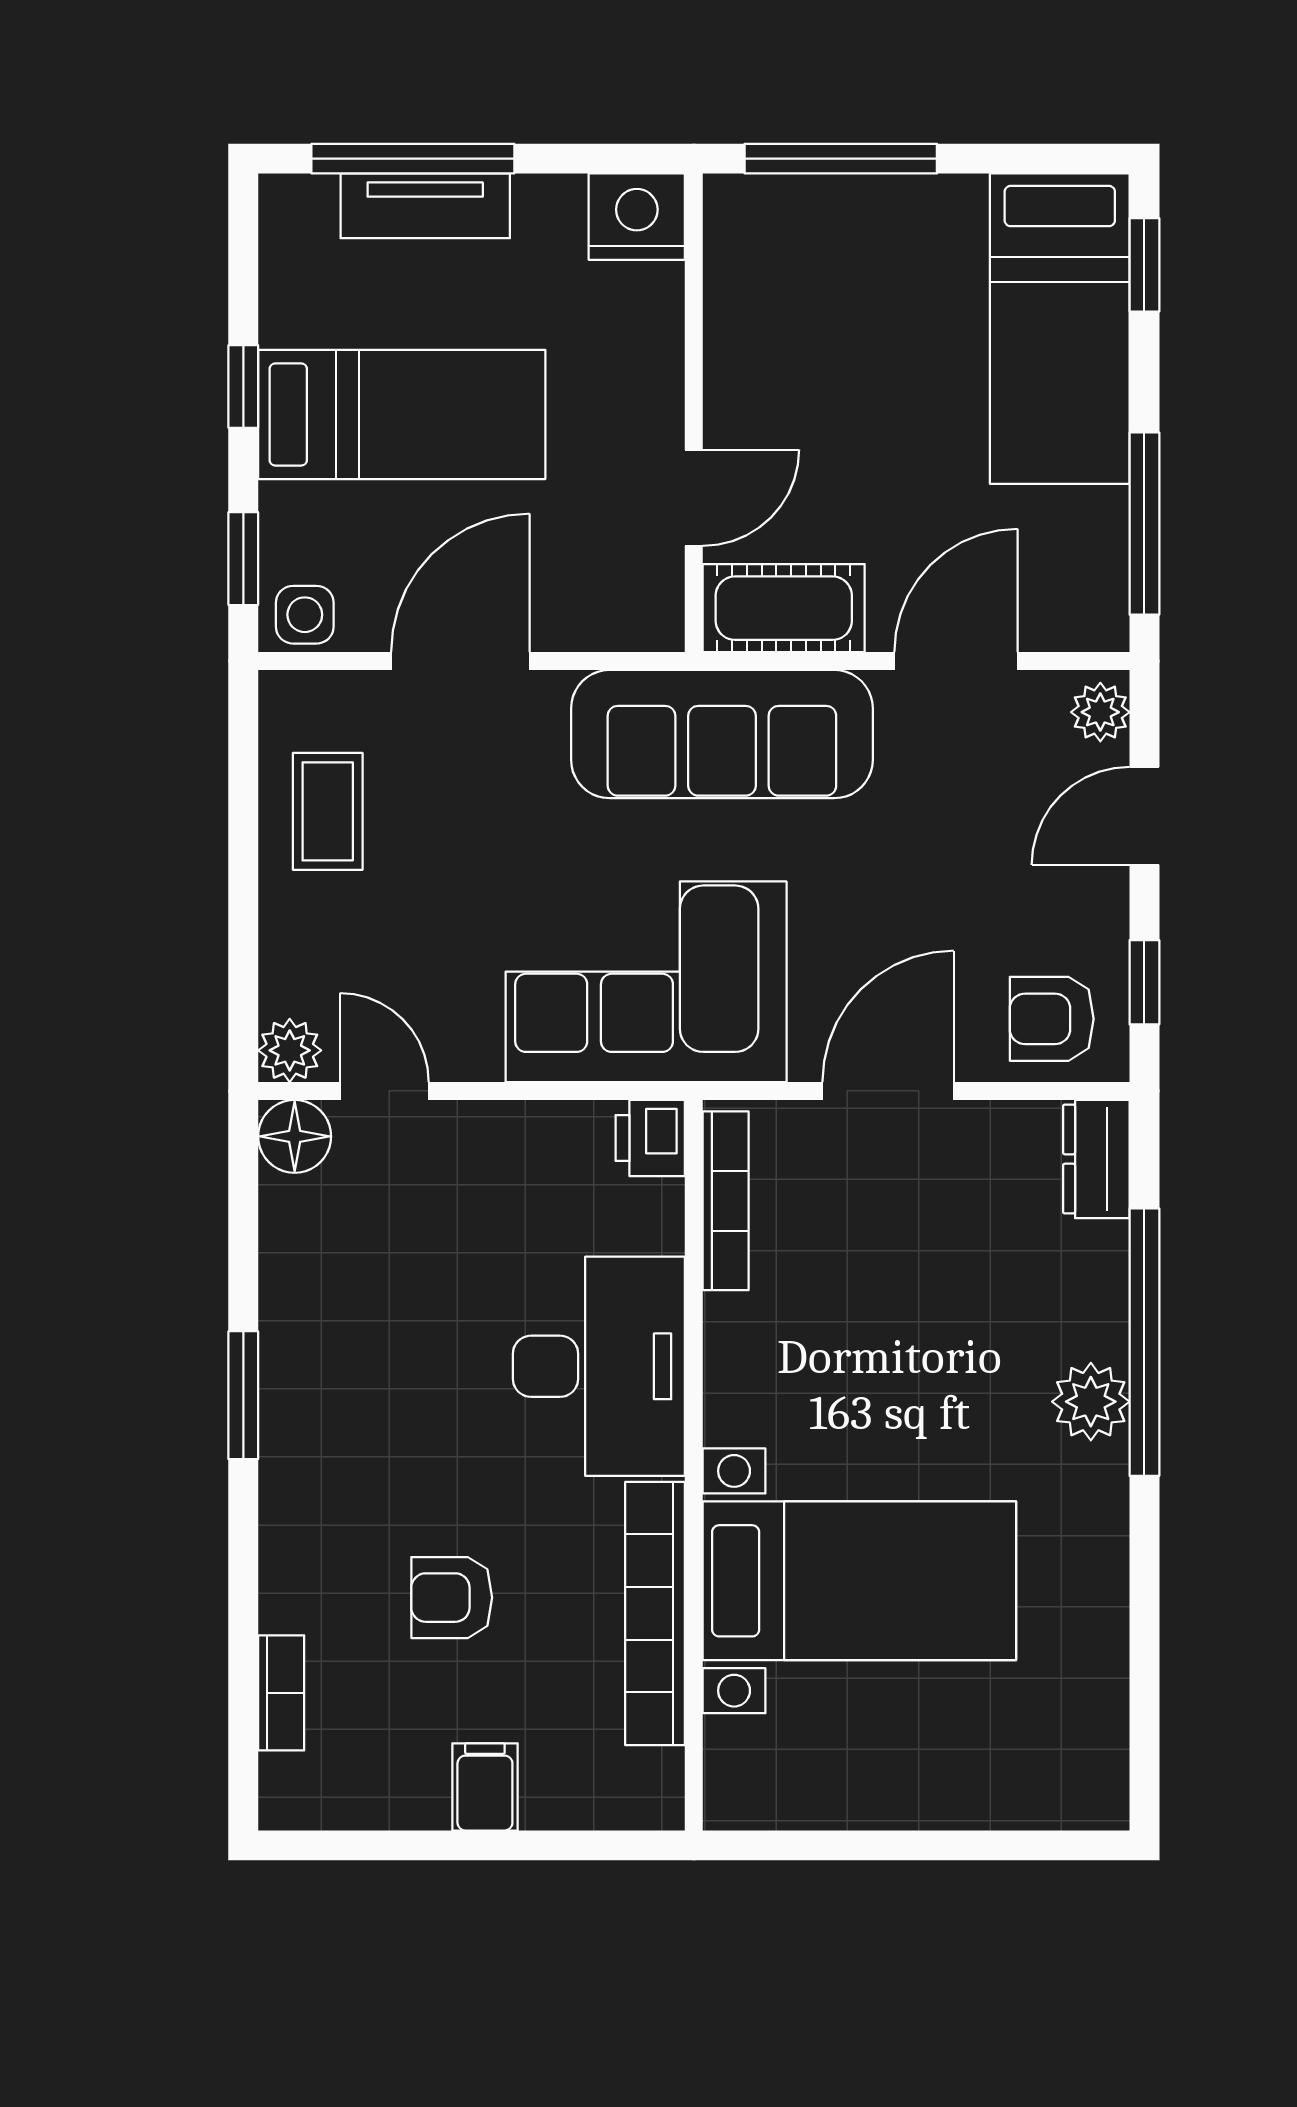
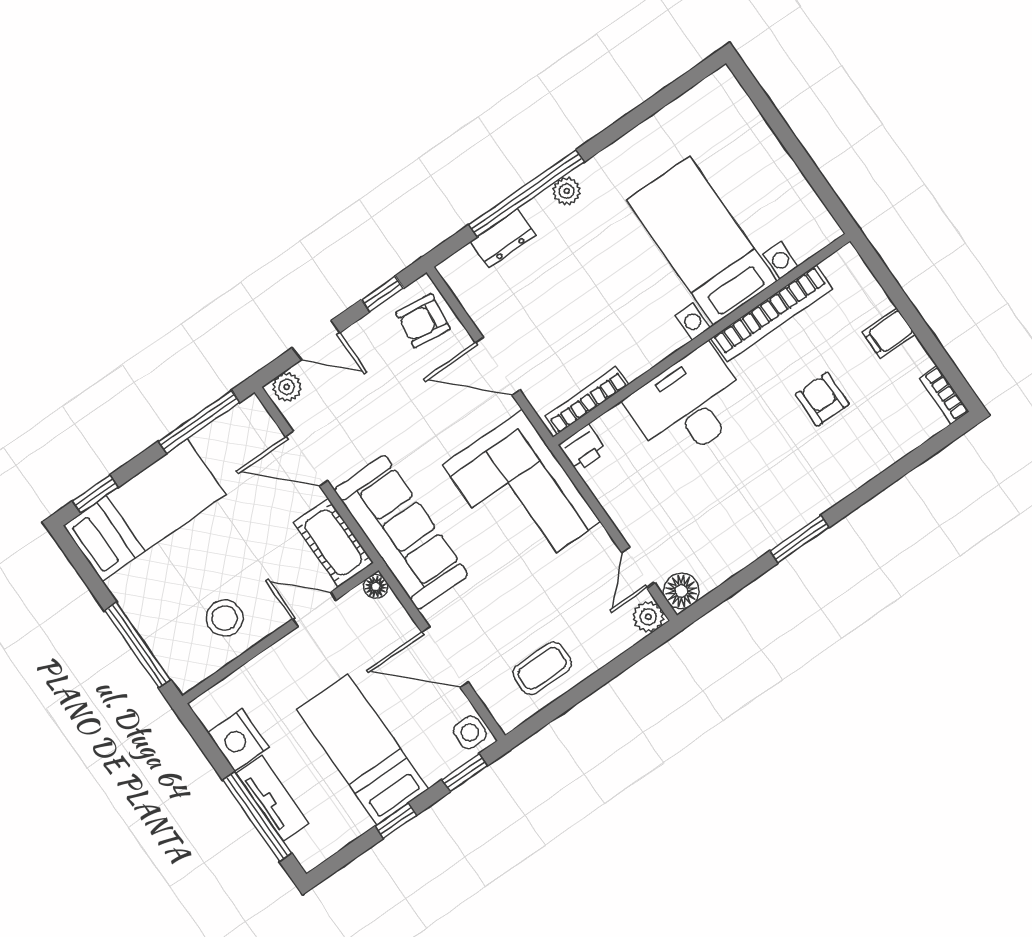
nightstand: (637, 217) -> (238, 740), moved
stool: (785, 337) -> (225, 618), added
floor lamp: (660, 628) -> (376, 587), added
armchair: (1052, 1019) -> (423, 321), turned 97
dresser: (1096, 1159) -> (503, 238), moved
plant: (1091, 1402) -> (567, 191), width x0.73, depth x0.73
armchair: (452, 1598) -> (822, 399), turned 180
bookcase: (281, 1693) -> (944, 395), moved, turned -90

